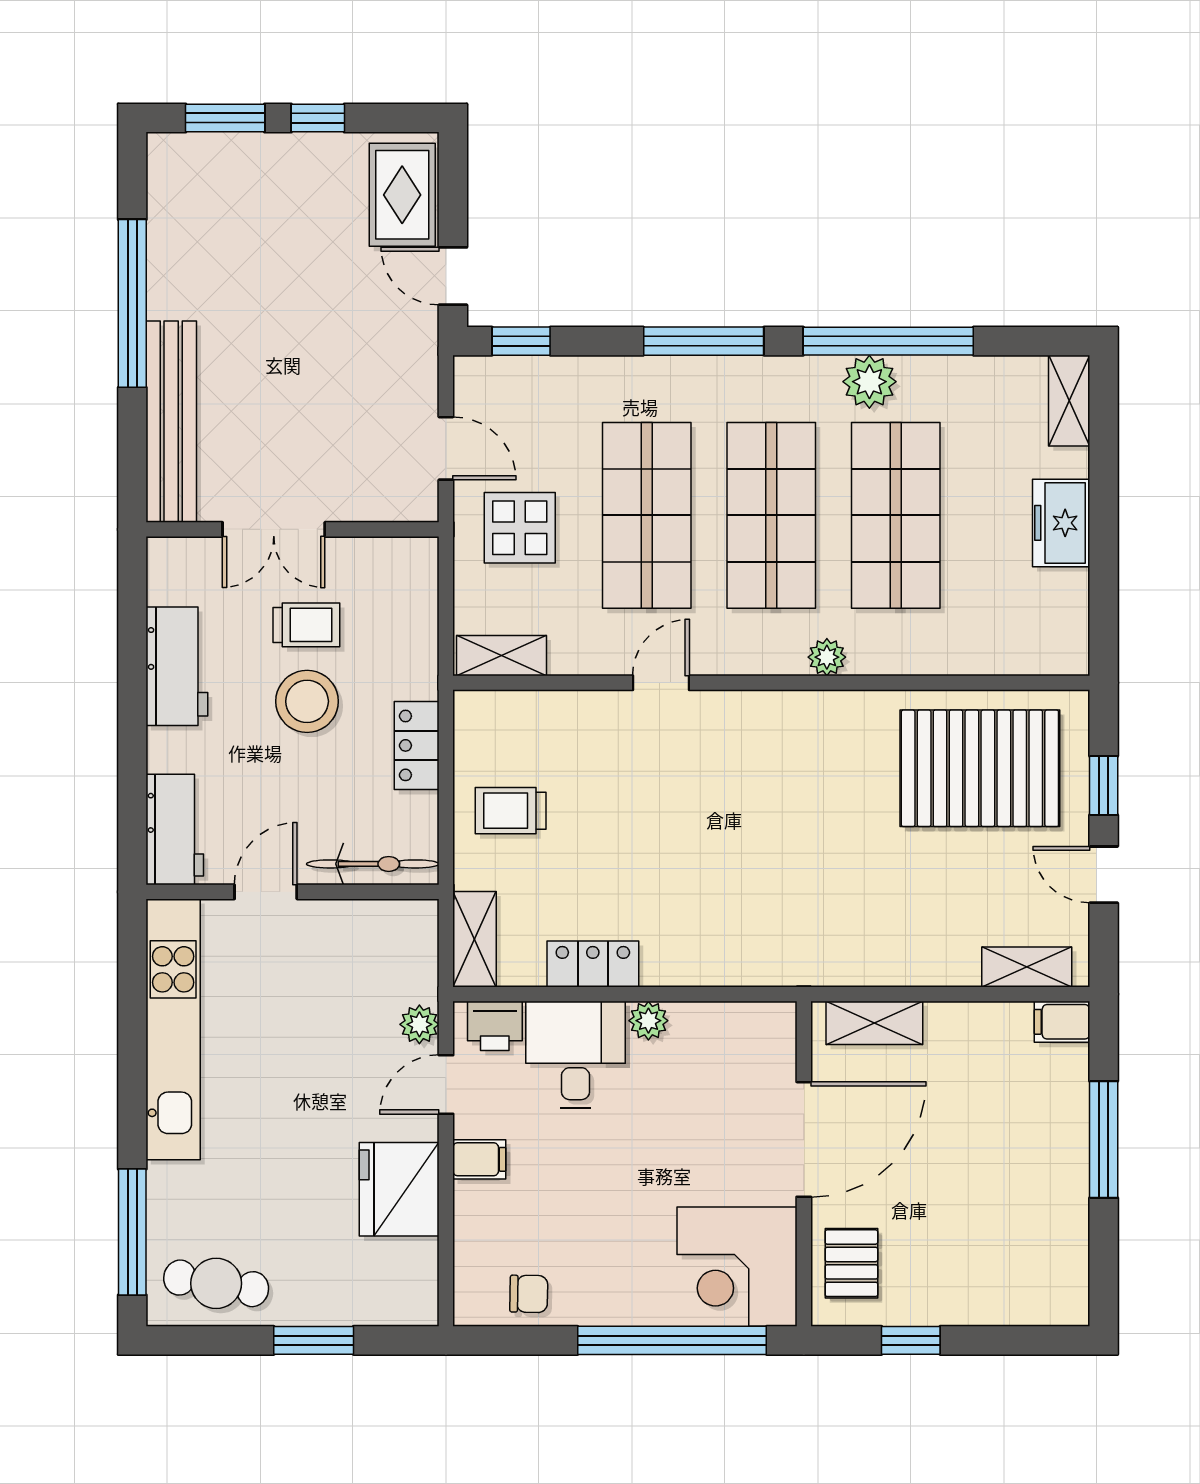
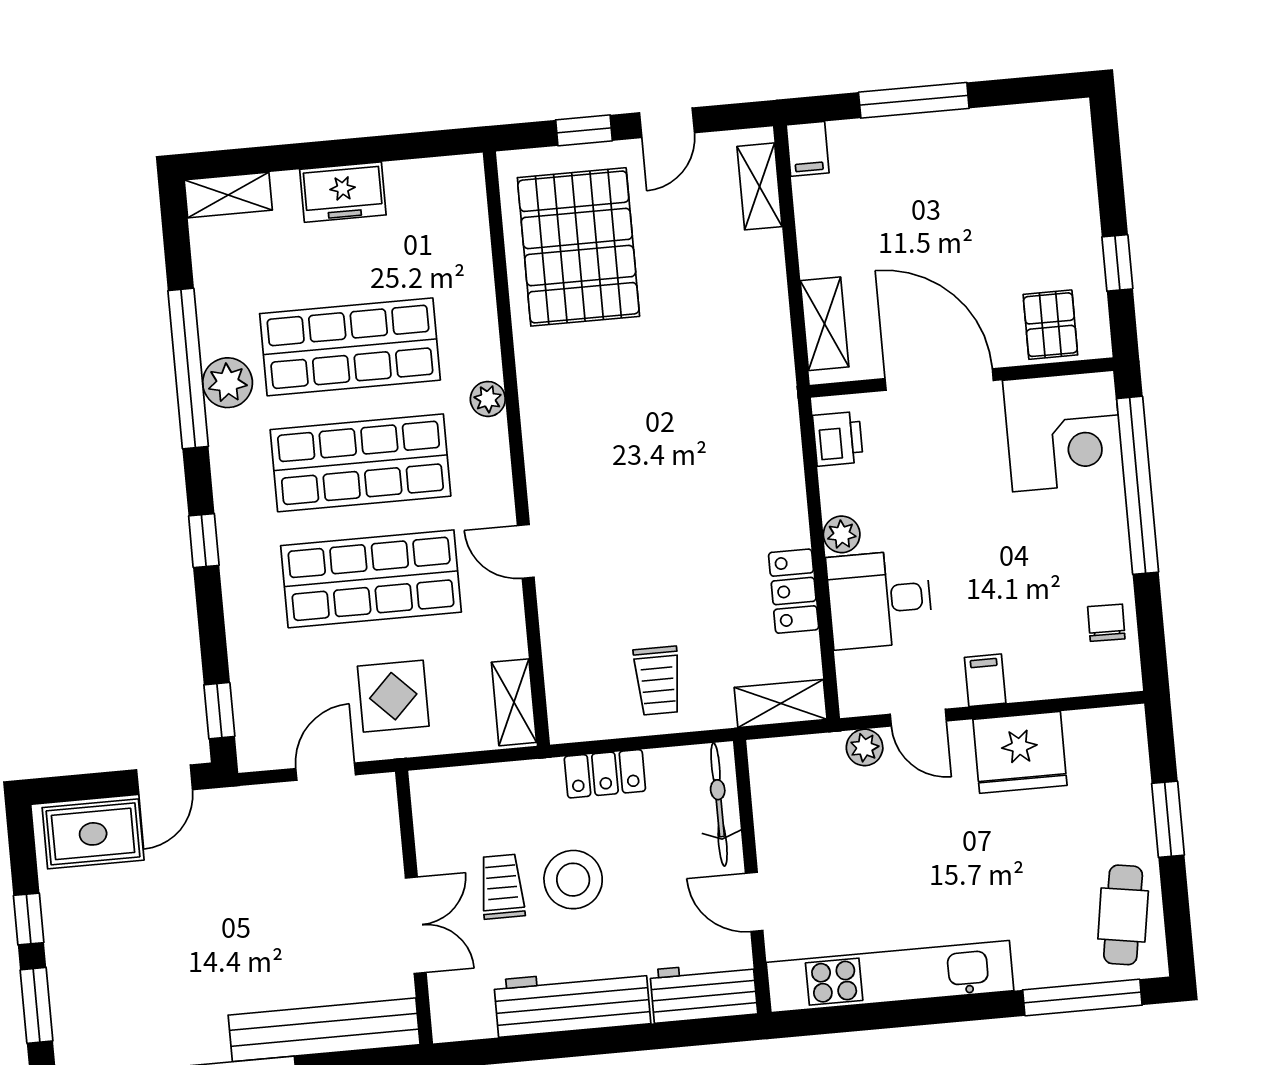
window: (704, 341) -> (204, 541), width x0.46
workbench: (177, 666) -> (572, 1002), width x1.38
printer: (495, 1026) -> (838, 439), moved
pallet: (851, 1263) -> (1050, 325), turned 90

